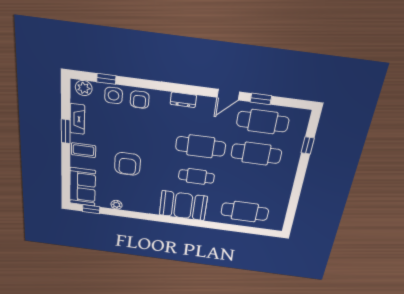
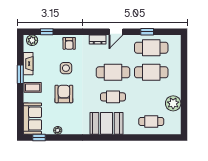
side table: (114, 95) -> (66, 68), moved
door: (228, 95) -> (116, 32), moved
window: (308, 145) -> (184, 61), removed
armchair: (127, 164) -> (64, 94), turned 180
plant: (280, 195) -> (173, 103), added
cafe table: (245, 212) -> (151, 121), width x0.73, depth x0.74

